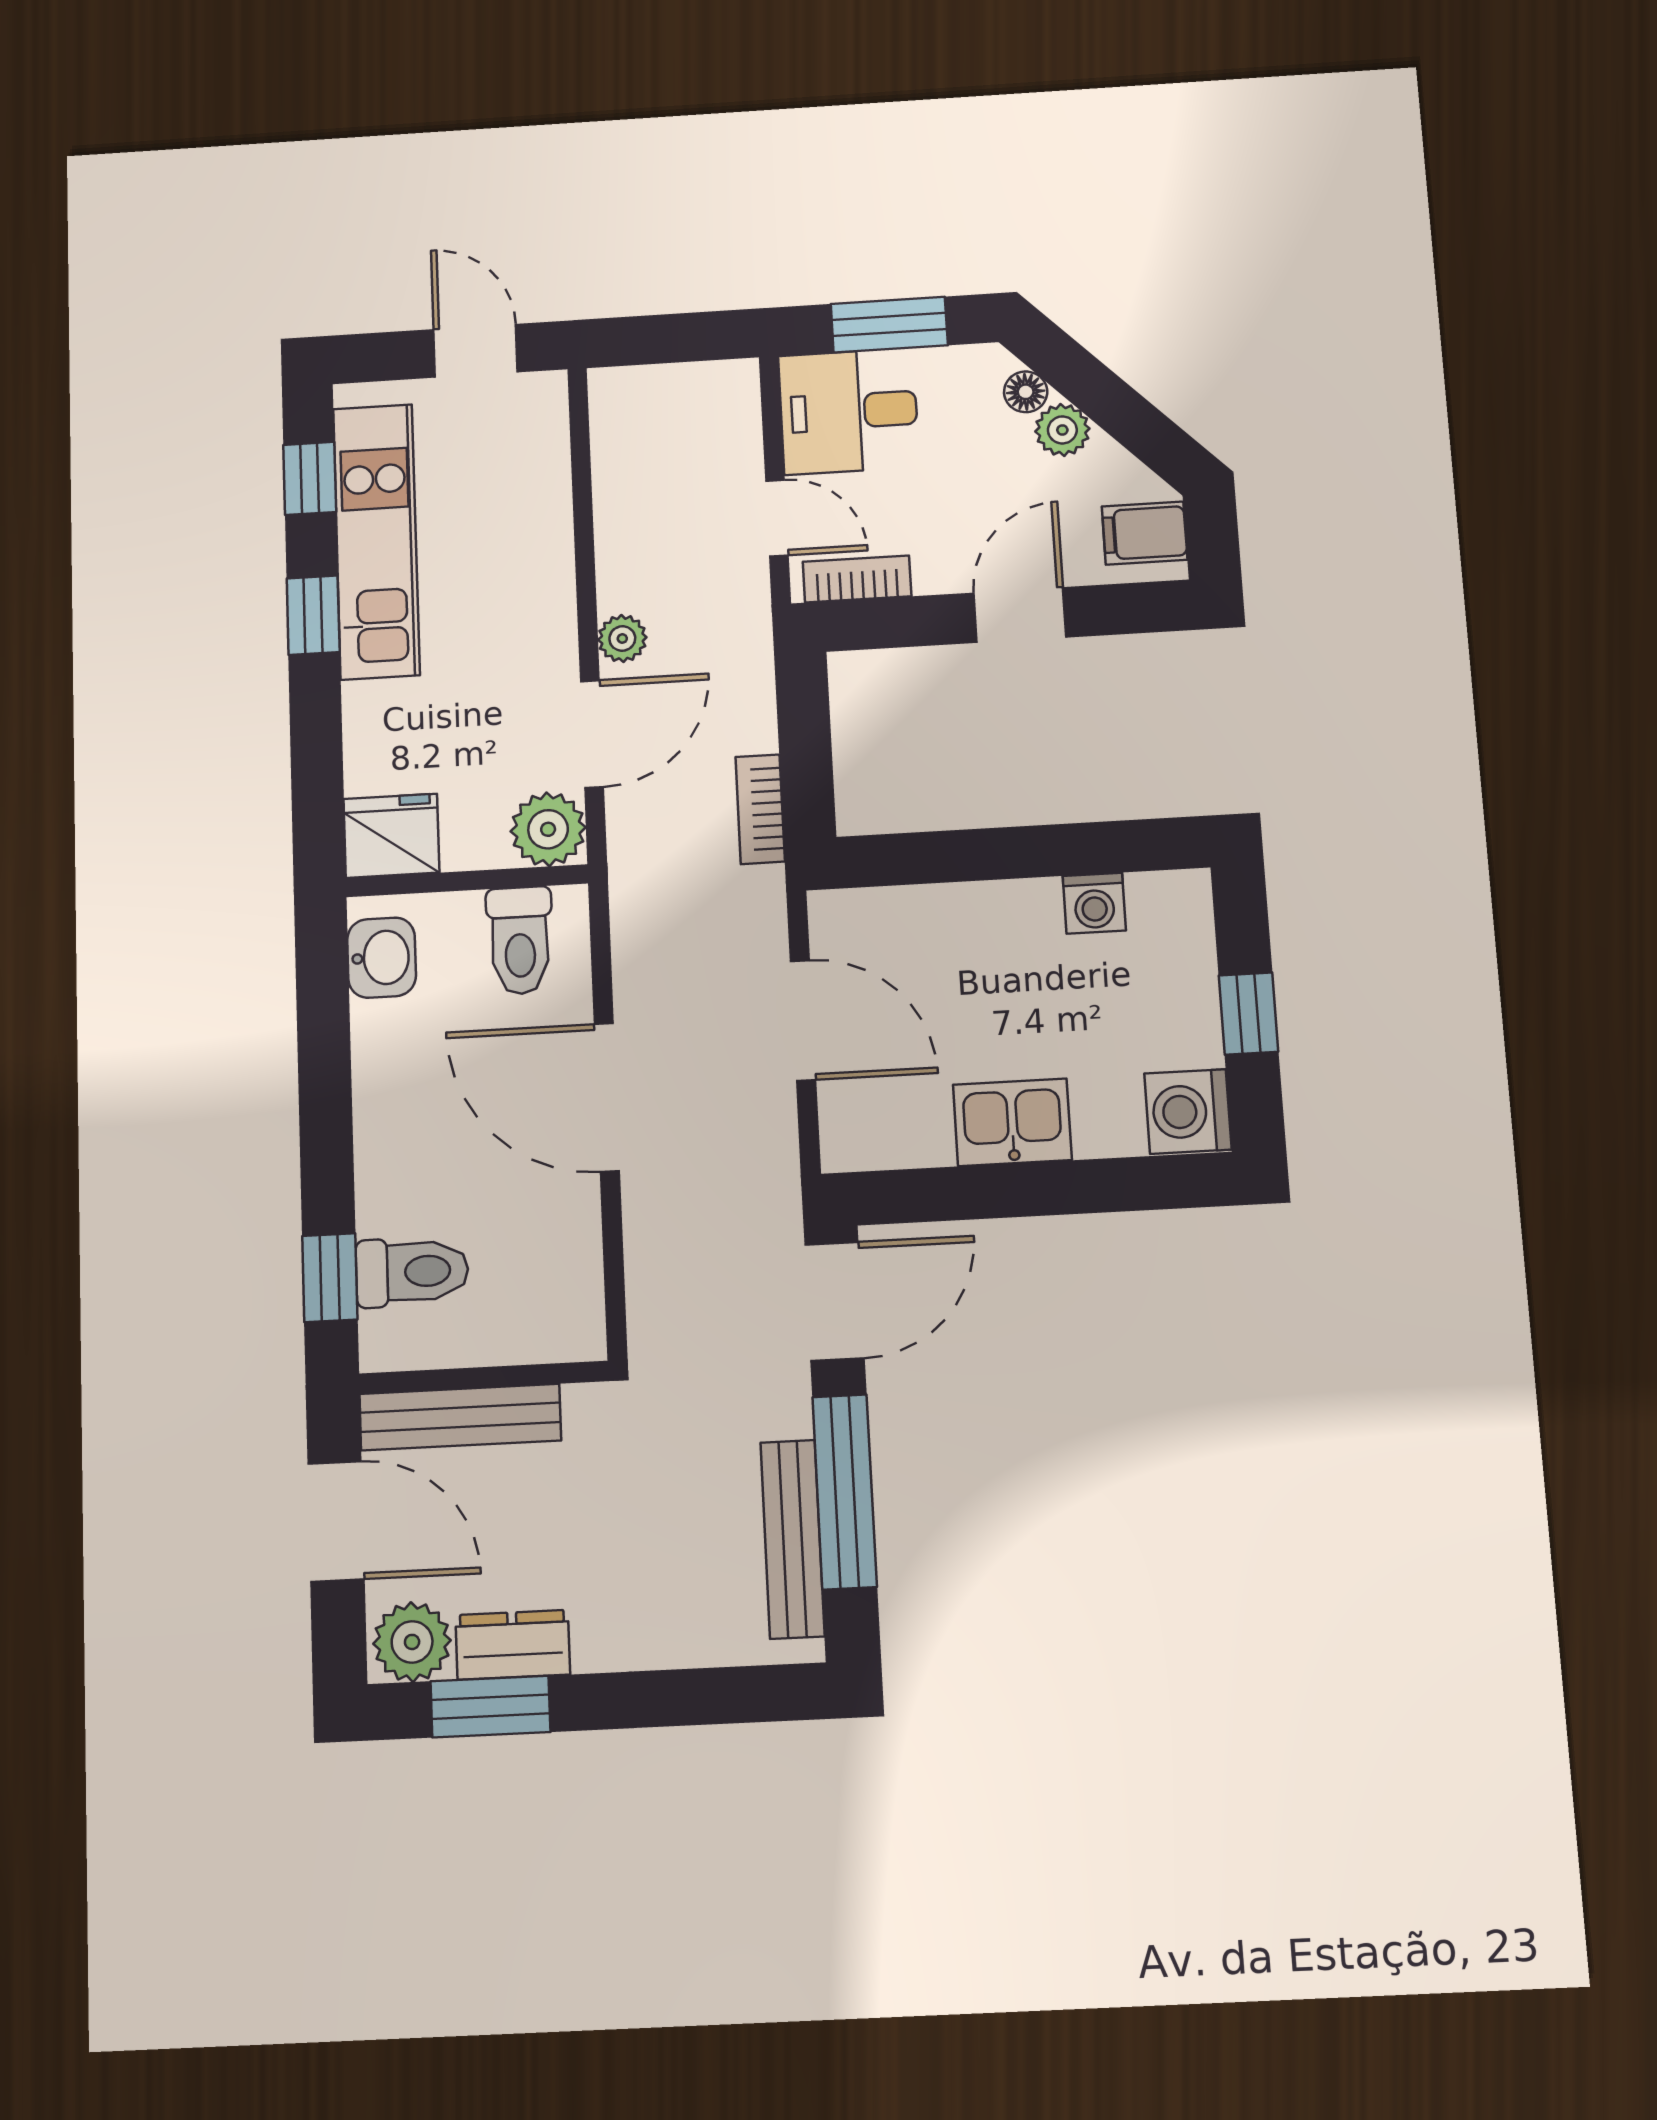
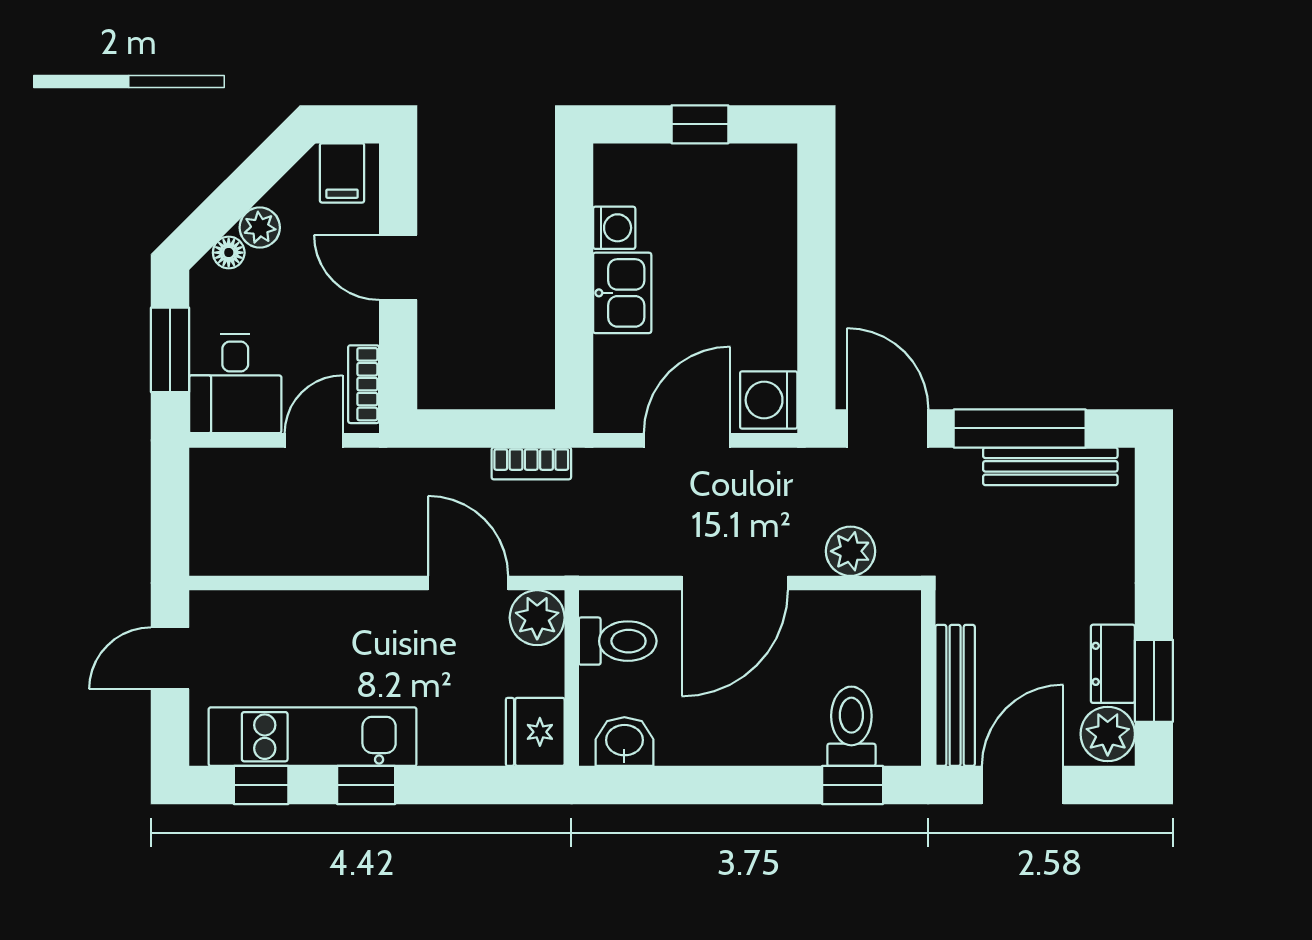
plant: (622, 639) -> (850, 551), moved, width x1.38, depth x1.38
washing machine: (1188, 1111) -> (769, 400), moved, turned 90
kitchen sink: (1012, 1122) -> (622, 293), moved, turned 180

